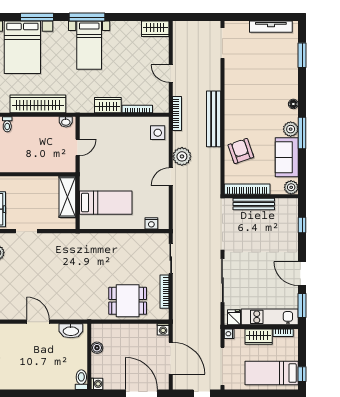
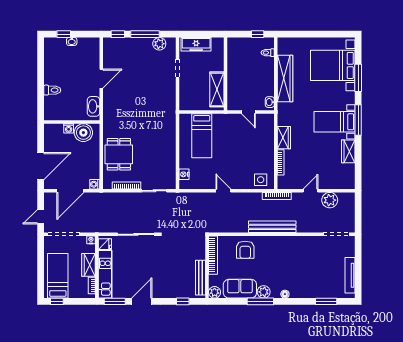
wardrobe: (155, 29) -> (348, 151), moved
armchair: (241, 151) -> (245, 250), turned 109
plant: (182, 156) -> (330, 200), moved
shelving: (67, 197) -> (217, 89), moved, turned 90
bench: (254, 204) -> (201, 278), moved
boiler: (97, 348) -> (83, 133), width x1.86, depth x1.86
toilet: (81, 380) -> (52, 90), moved
washing machine: (97, 384) -> (69, 128), moved

